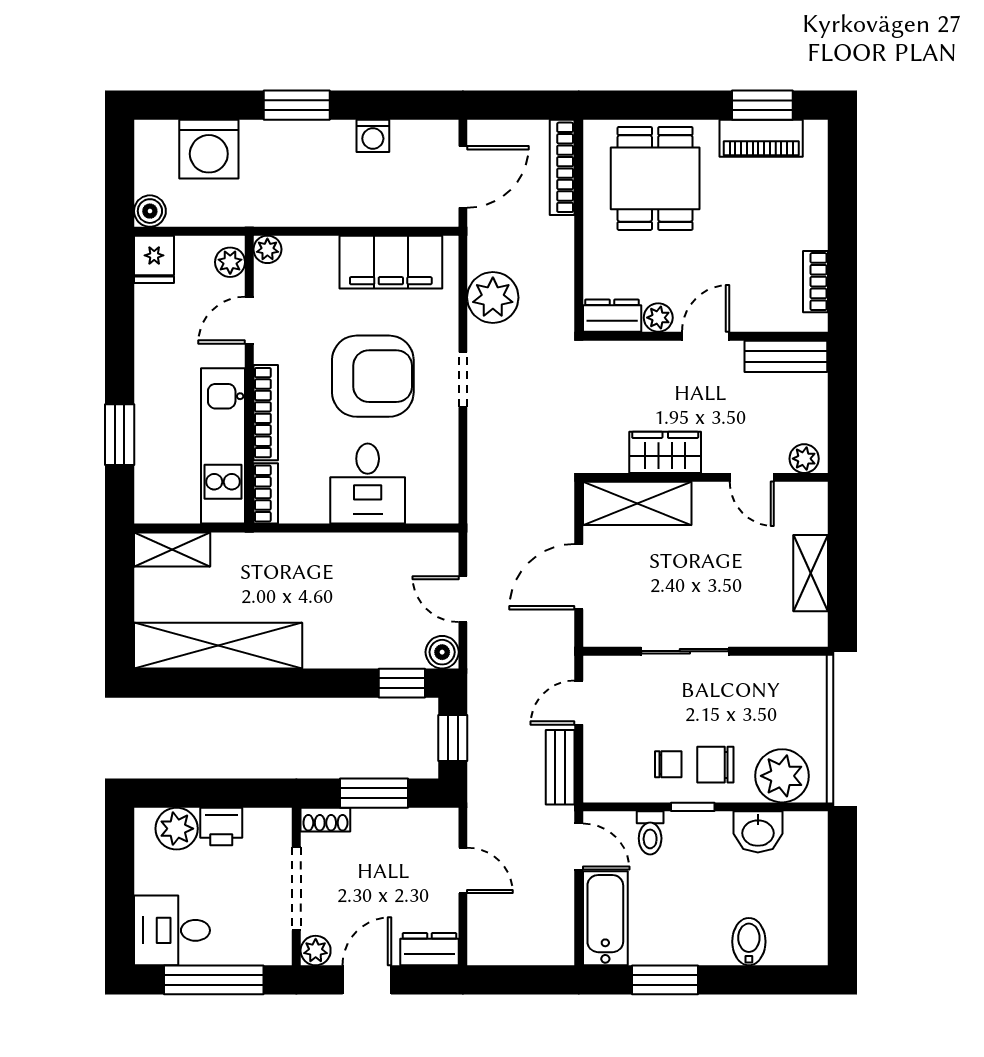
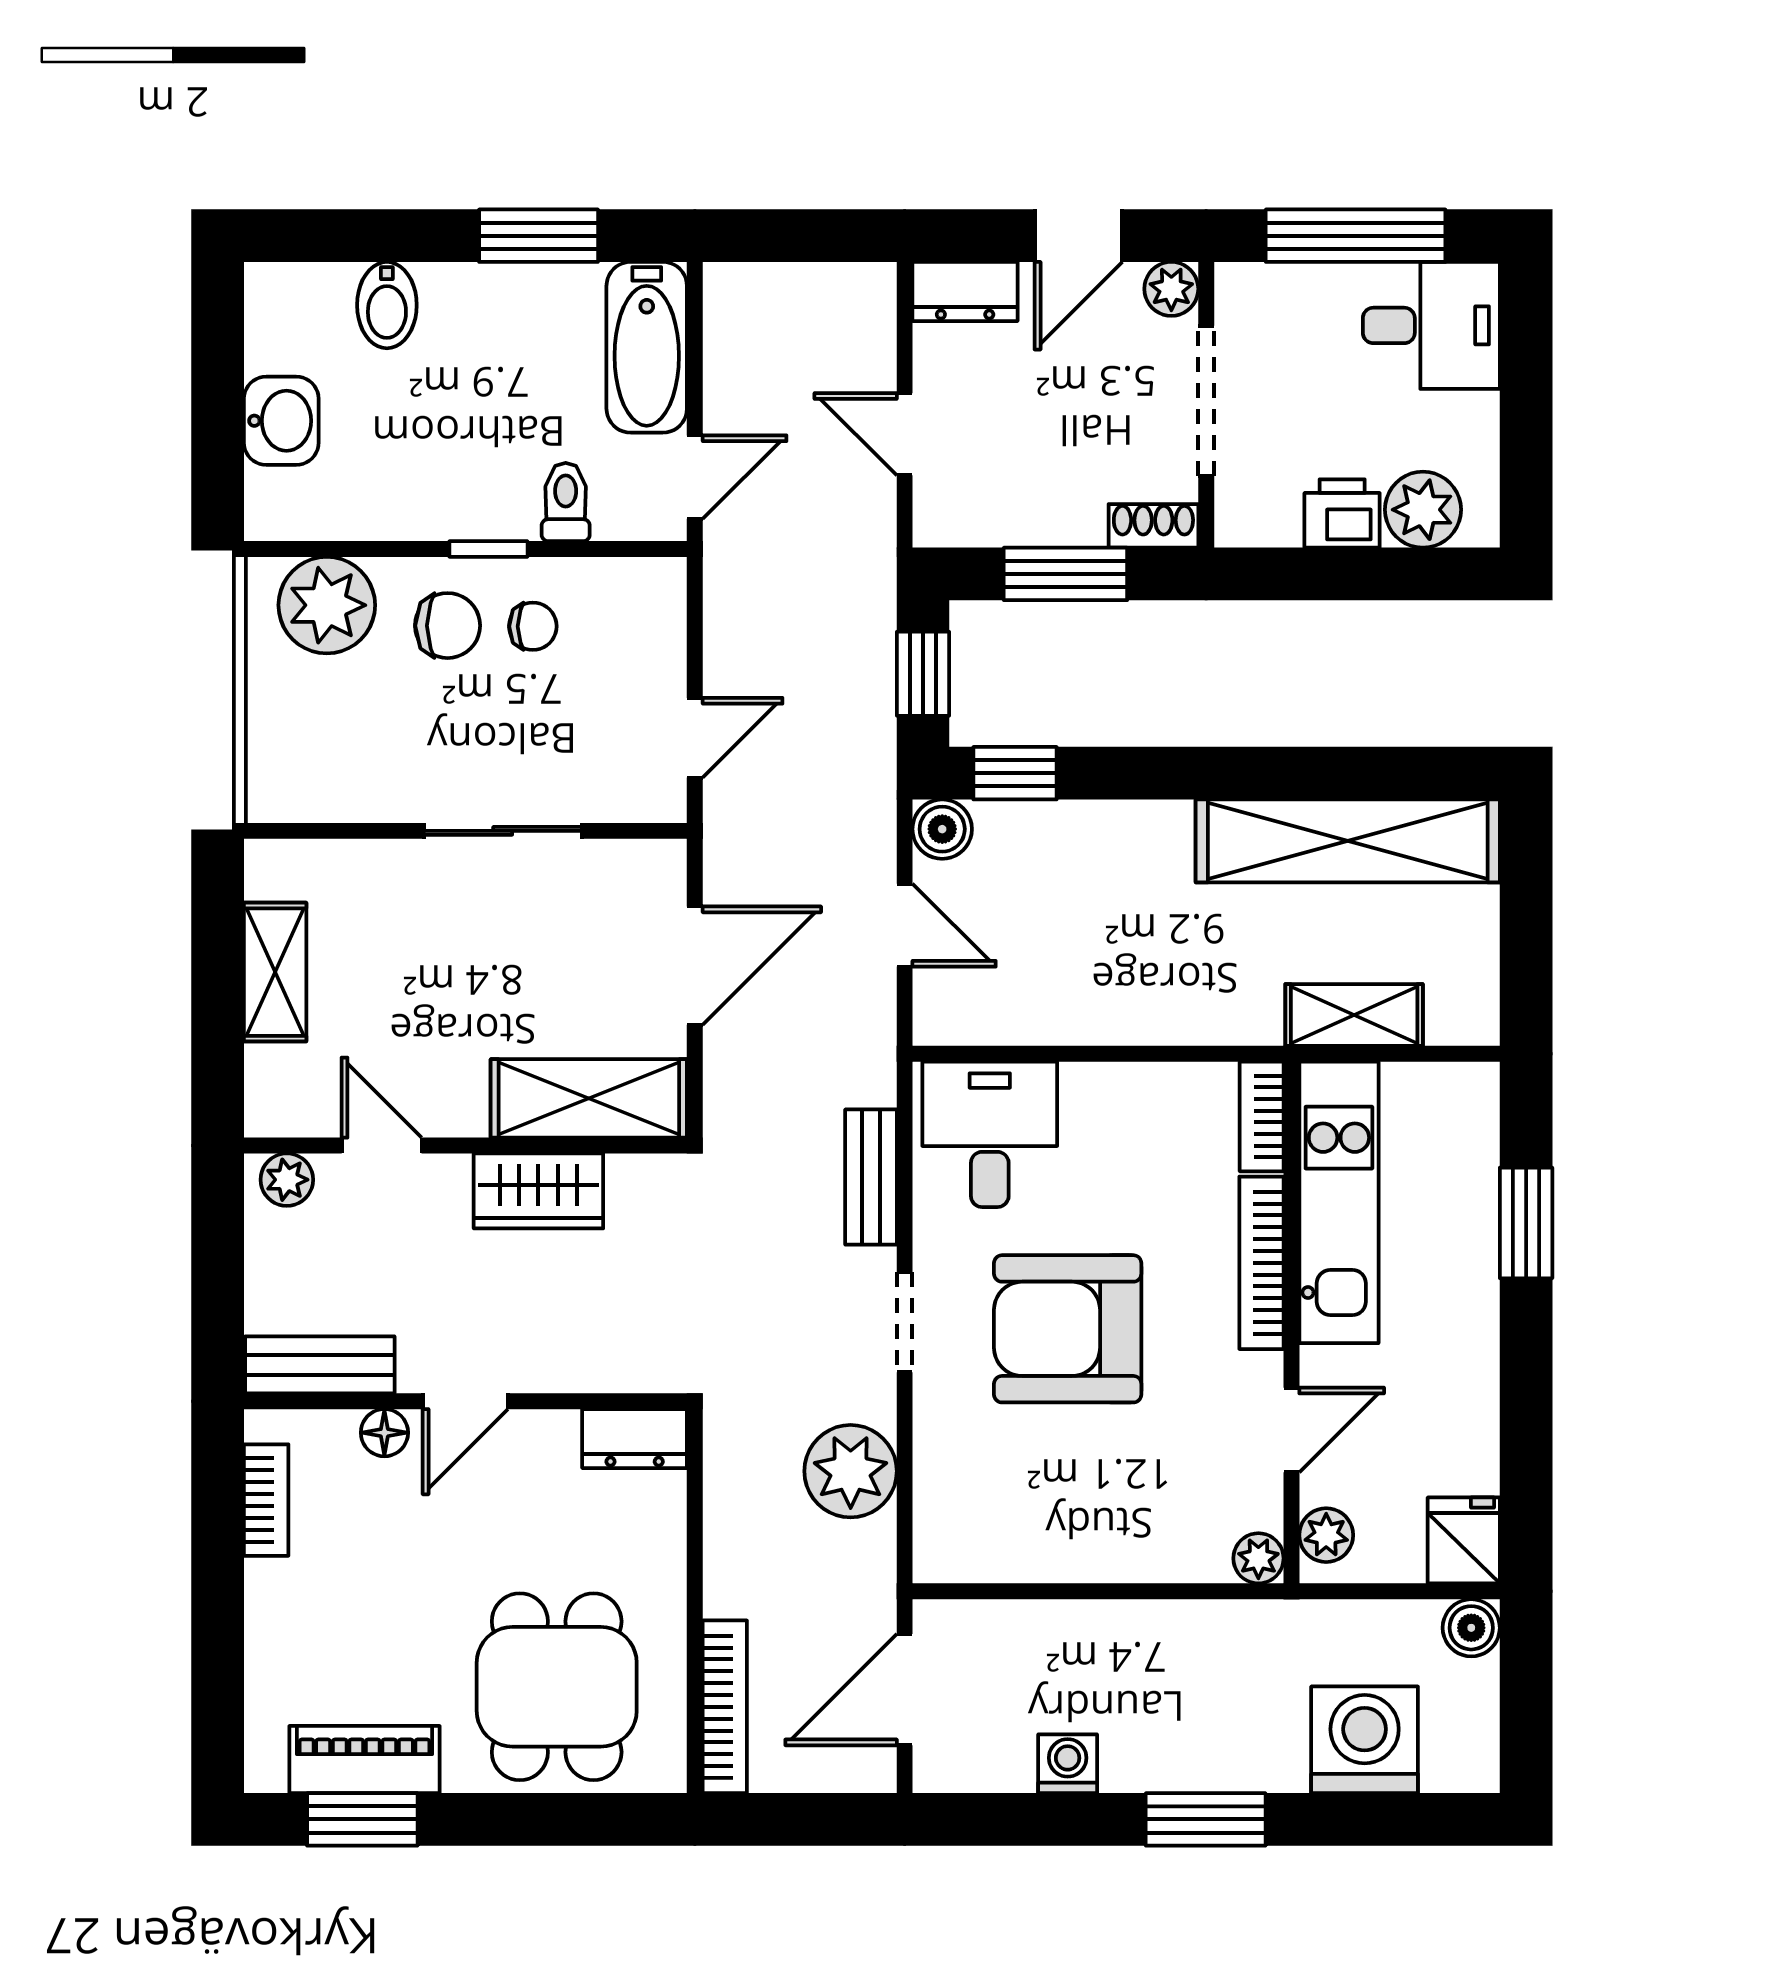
filing cabinet: (391, 262) -> (1035, 1535), removed
plant: (658, 318) -> (551, 1435), removed
floor lamp: (750, 319) -> (384, 1433), added
desk: (368, 484) -> (990, 1134), moved
shelving: (172, 550) -> (1354, 1015), moved
chair: (668, 764) -> (533, 626), turned 180
bench: (560, 767) -> (871, 1177), moved
washbasin: (758, 832) -> (281, 421), moved, turned 90
door: (579, 847) -> (695, 477), swing flipped

